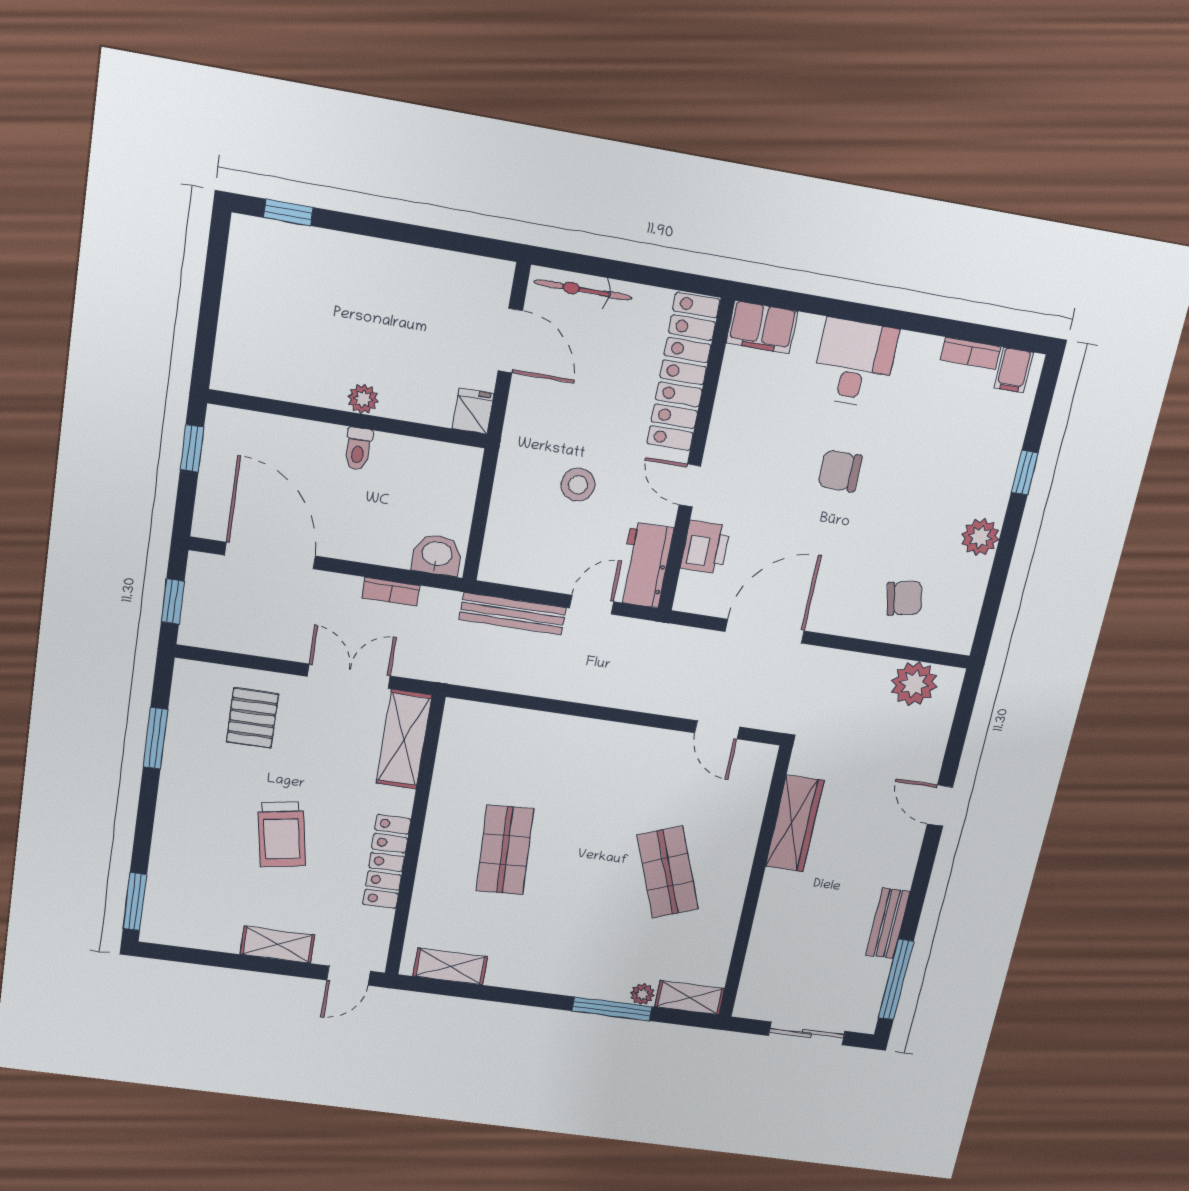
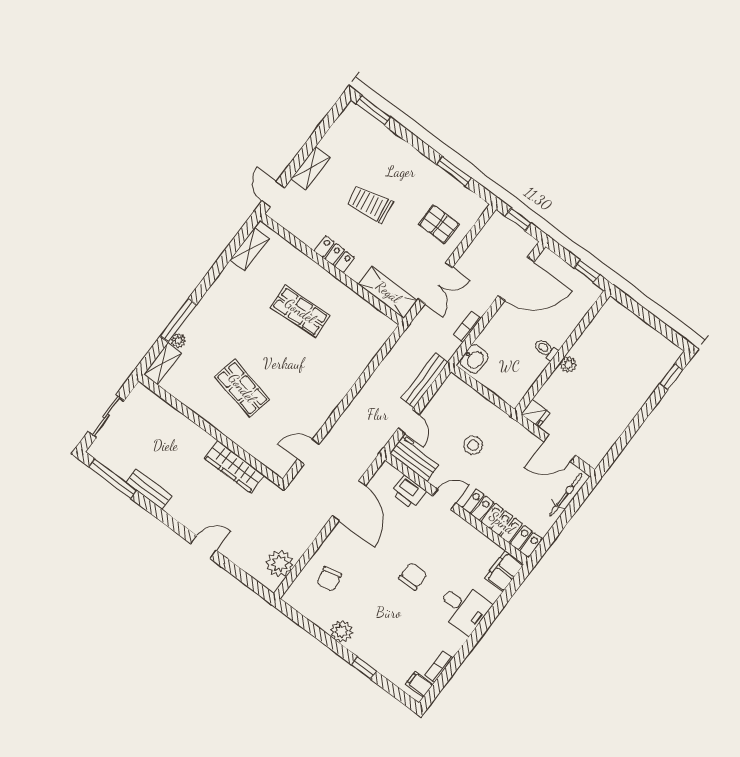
locker: (387, 862) -> (334, 254), width x0.66
shop shelf: (668, 872) -> (242, 388), turned 33

